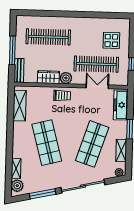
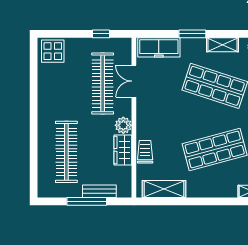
display table: (111, 40) -> (53, 51), moved
bench: (19, 70) -> (99, 191), moved
trolley: (62, 96) -> (145, 152), moved

